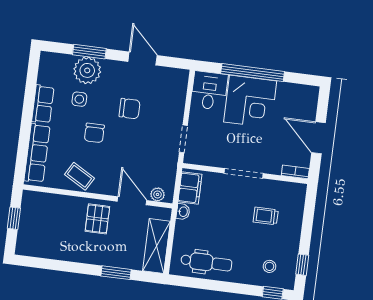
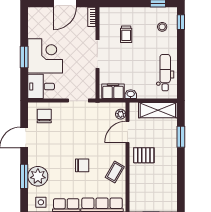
window: (253, 73) -> (24, 57), width x0.47
side table: (79, 99) -> (41, 202), moved
chair: (130, 109) -> (44, 116), moved

